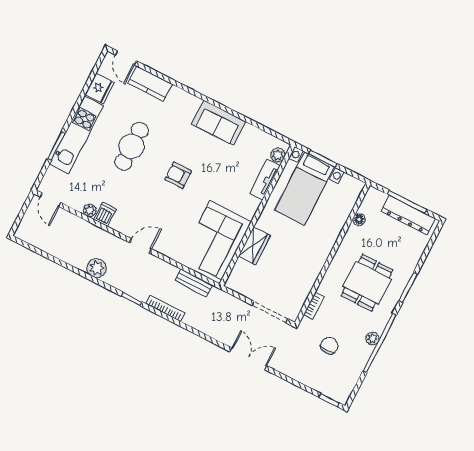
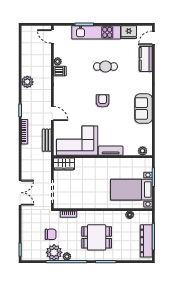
cafe table: (132, 146) -> (106, 66), width x0.73, depth x0.74
tv unit: (265, 179) -> (111, 151), moved
bed with nightstands: (304, 188) -> (131, 190), moved
door: (51, 200) -> (52, 36), hinge flipped
door: (140, 246) -> (52, 113), moved
wardrobe: (254, 246) -> (64, 164), moved
plant: (358, 354) -> (54, 252), added

